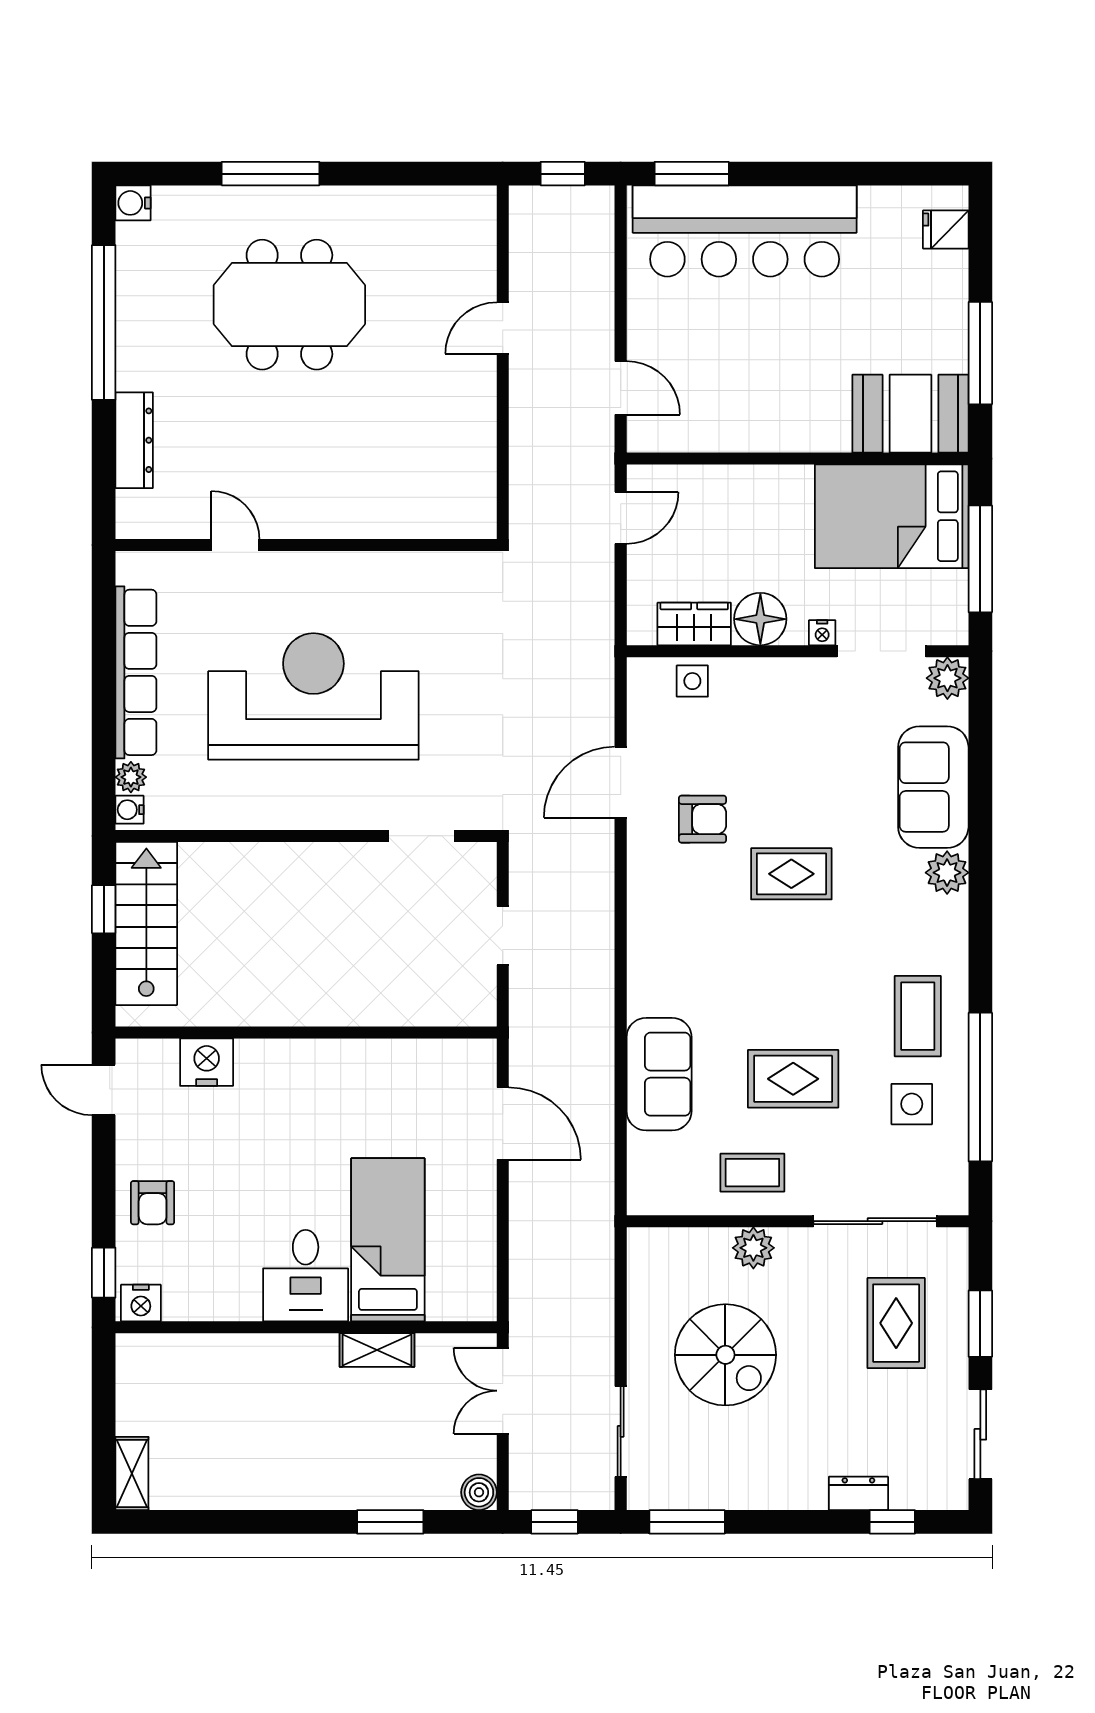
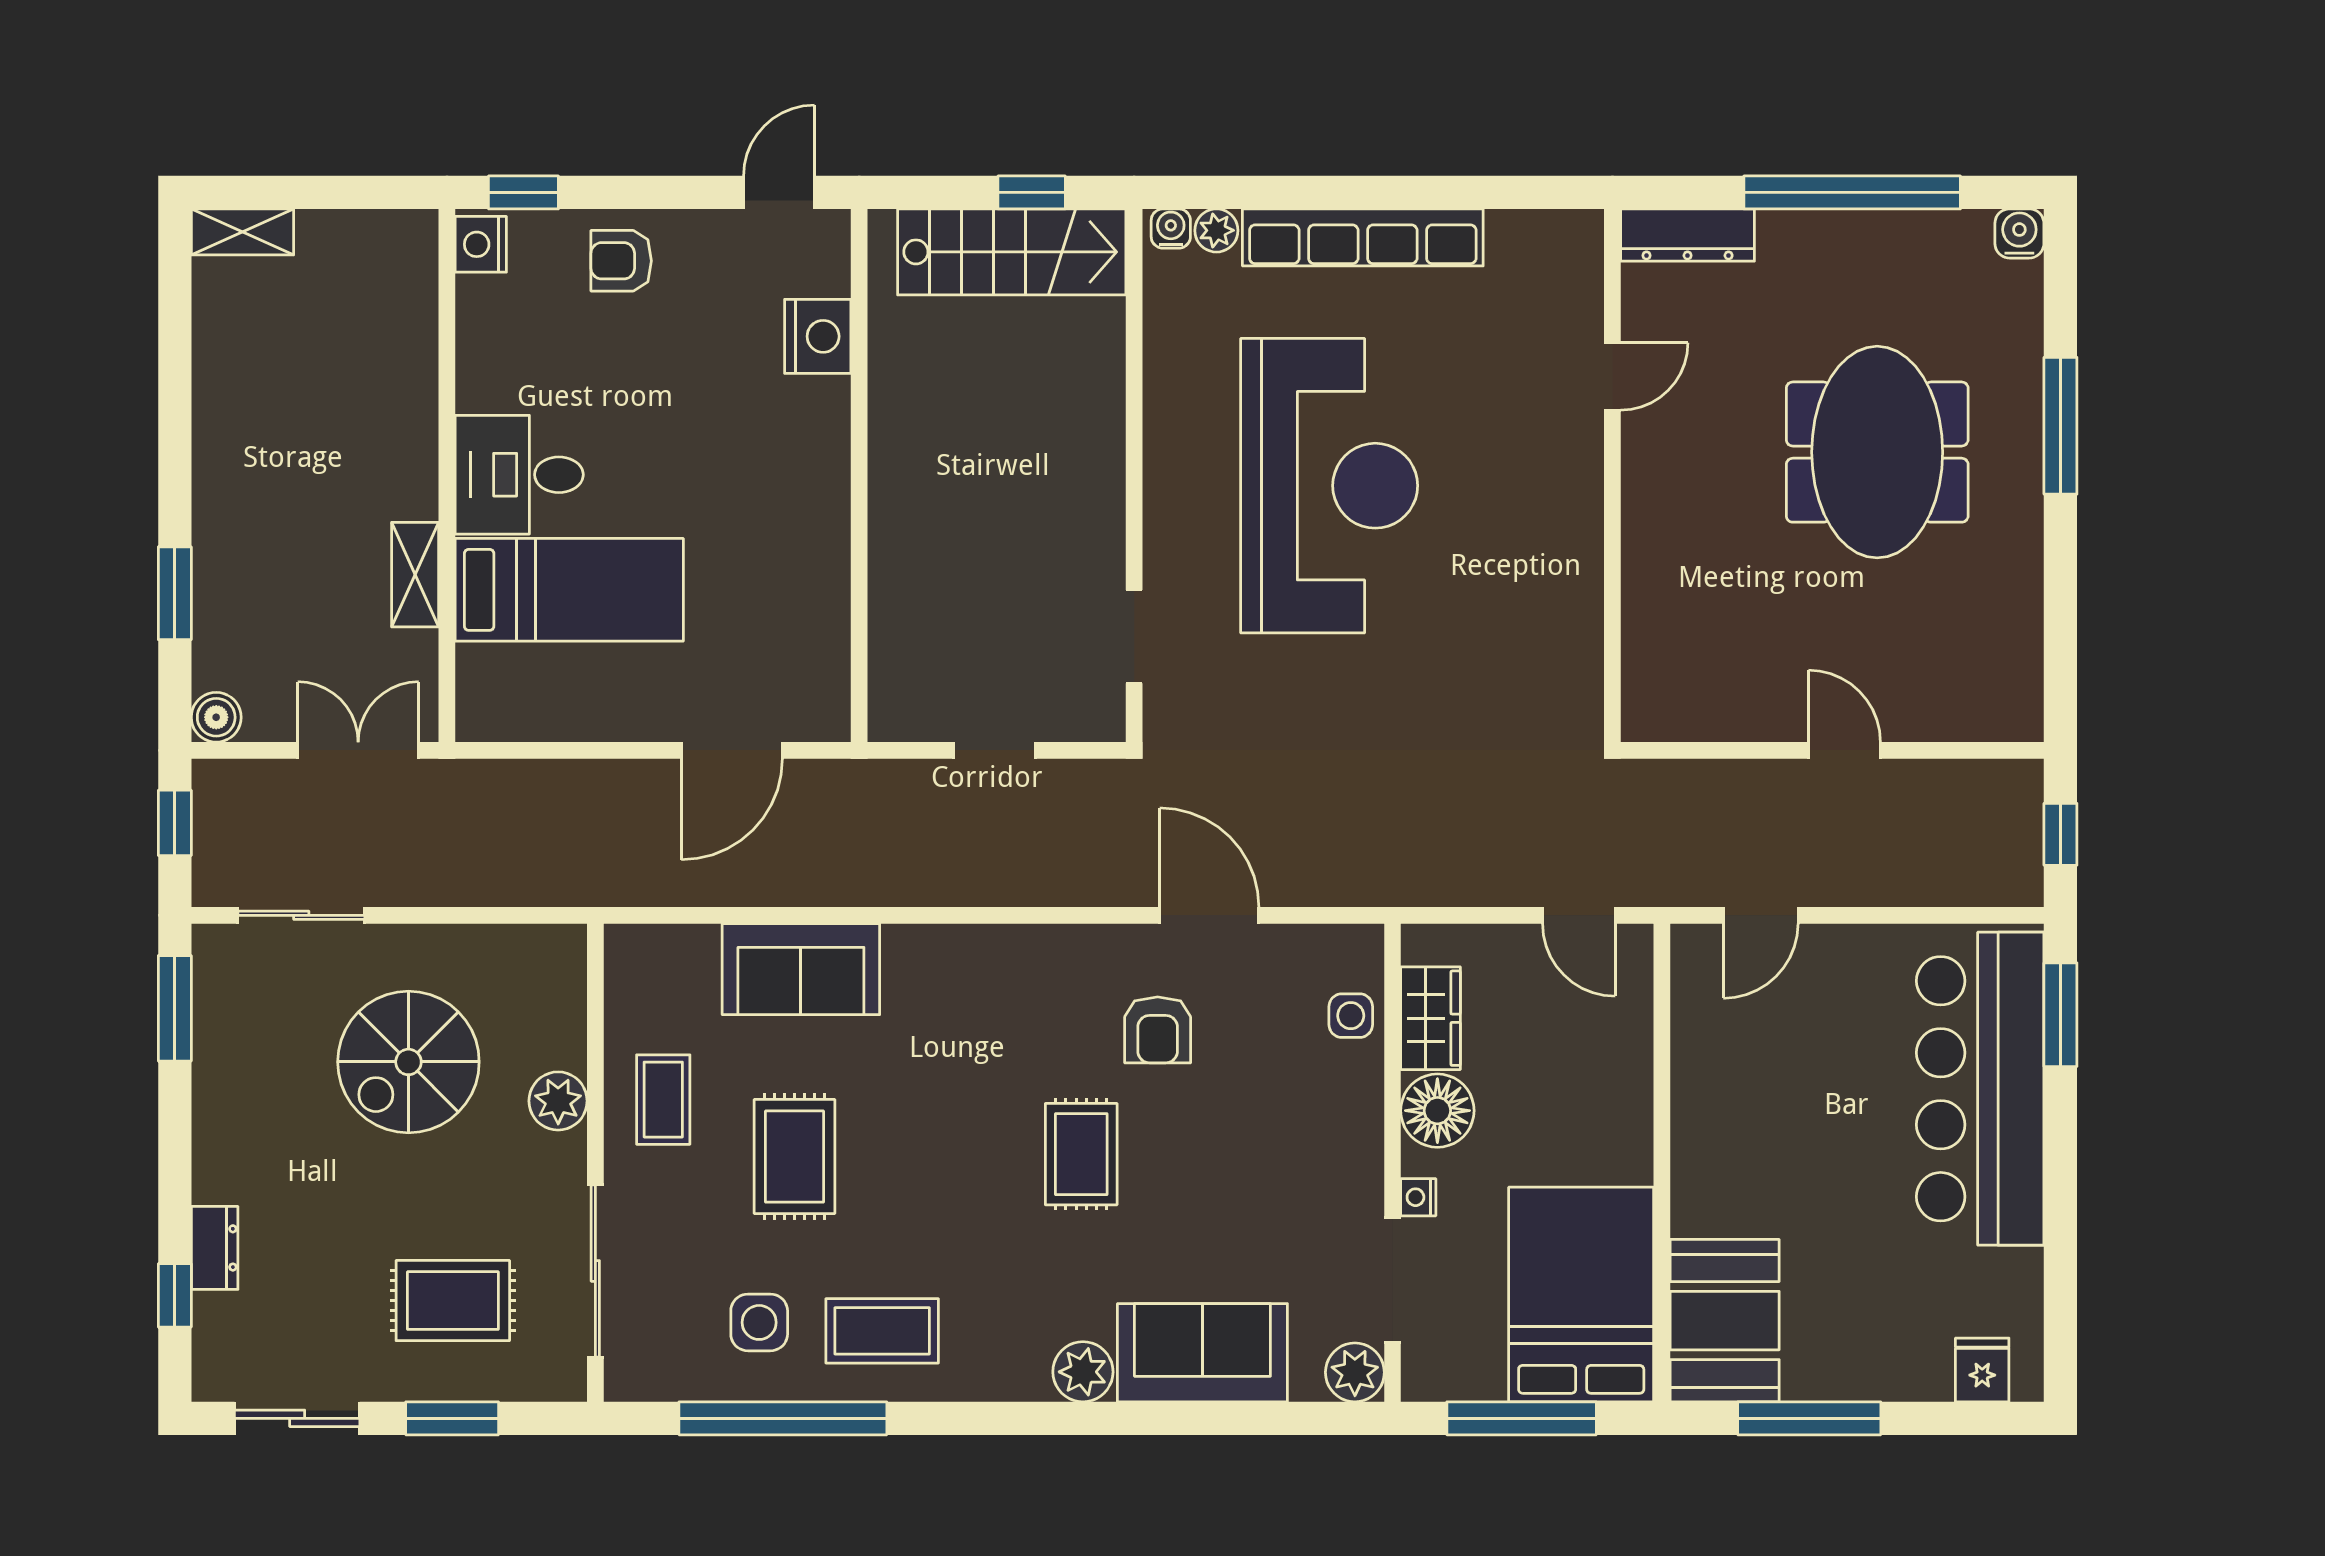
door: (235, 545) -> (1612, 376), moved
wall: (306, 545) -> (1612, 476), moved

